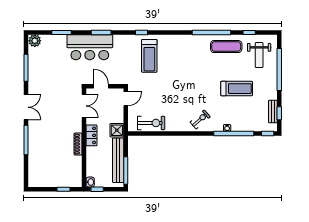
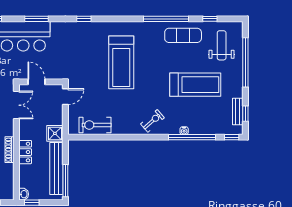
weight bench: (259, 55) -> (222, 45), turned 180
treadmill: (149, 56) -> (121, 62), moved, width x1.37, depth x1.38
treadmill: (237, 89) -> (195, 85), width x1.37, depth x1.38
exercise bike: (151, 123) -> (95, 125), turned 180
locker: (91, 135) -> (25, 152), moved

